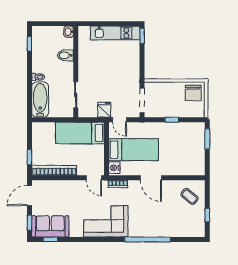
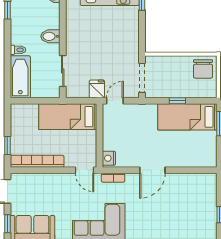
bidet: (65, 55) -> (50, 36), moved
door: (119, 120) -> (115, 101), swing flipped
bed: (134, 150) -> (187, 117), moved, turned 180
door: (151, 178) -> (152, 170), hinge flipped
coffee table: (189, 196) -> (199, 192), removed

